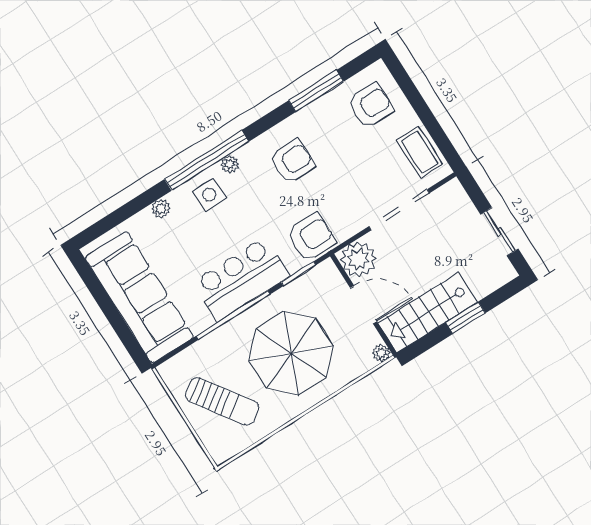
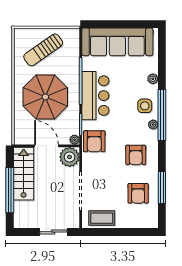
armchair: (371, 106) -> (138, 193), moved
sliding door: (499, 232) -> (53, 232), moved
door: (364, 305) -> (47, 146), swing flipped
window: (465, 318) -> (10, 190), width x2.11
plant: (381, 353) -> (75, 140), moved

